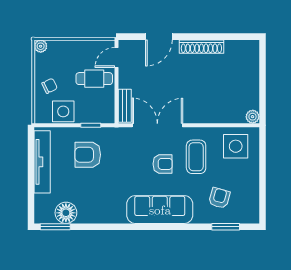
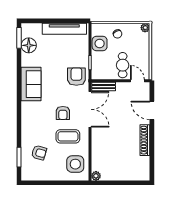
armchair: (88, 155) -> (76, 77), moved
sofa: (160, 210) -> (31, 84), moved, width x0.73

